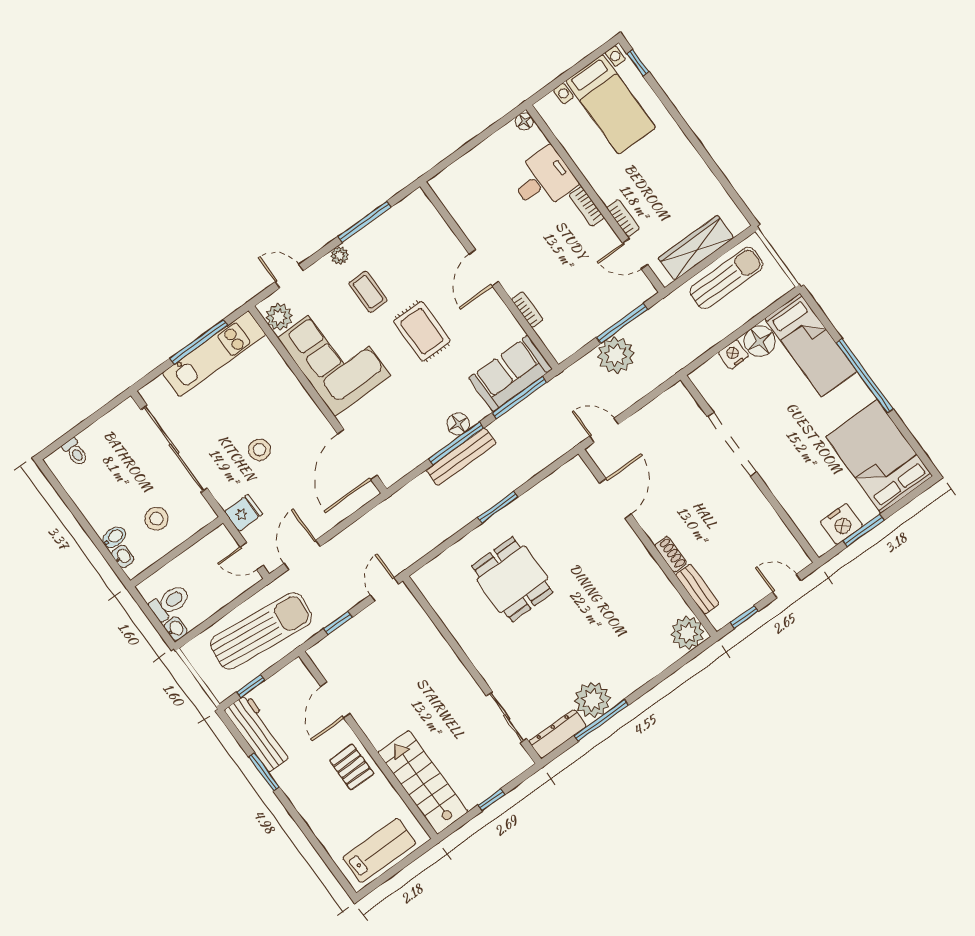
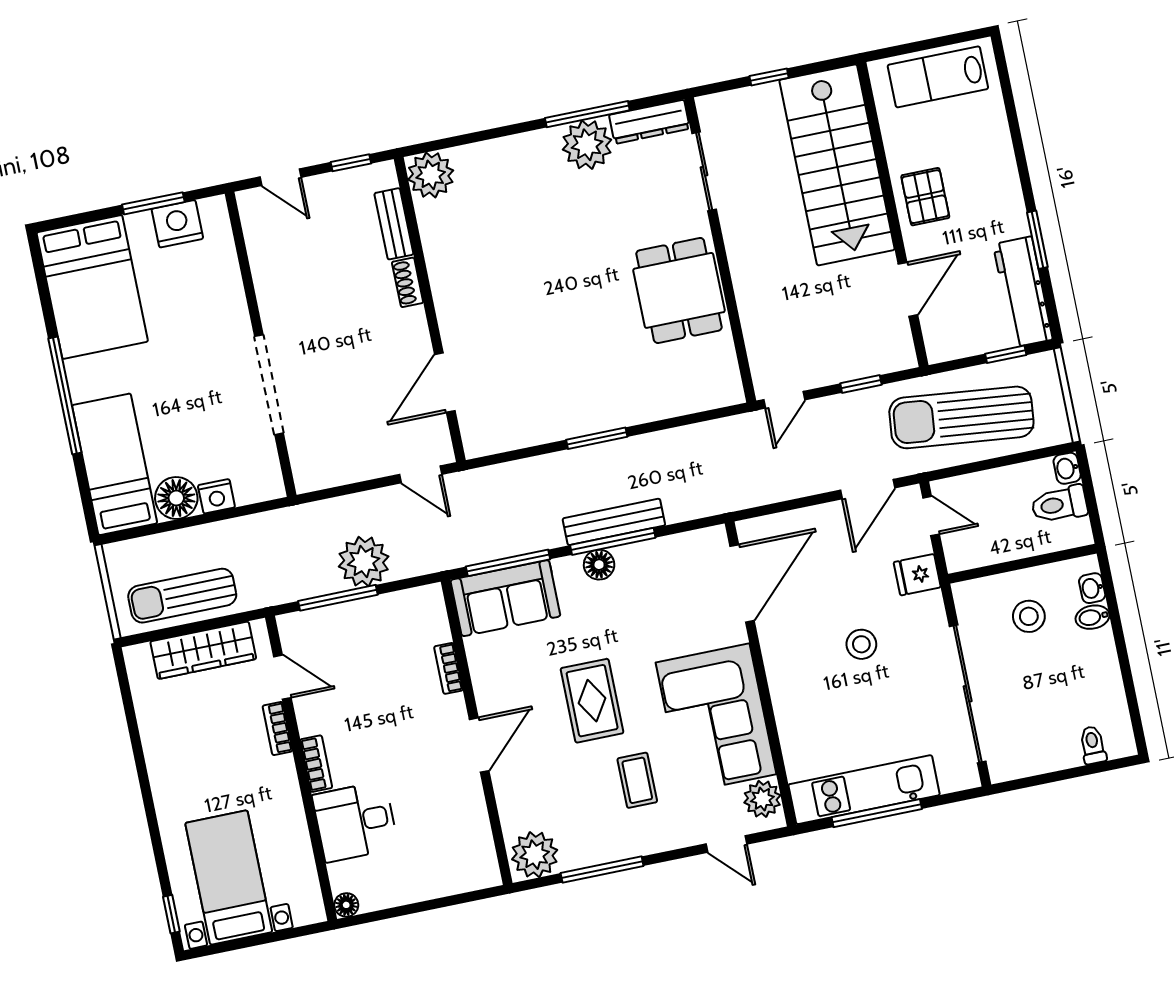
plant: (339, 256) -> (535, 855), moved, width x1.87, depth x1.87
dining table: (512, 579) -> (679, 290), moved
stairs: (423, 782) -> (837, 165), width x1.36, depth x1.51

